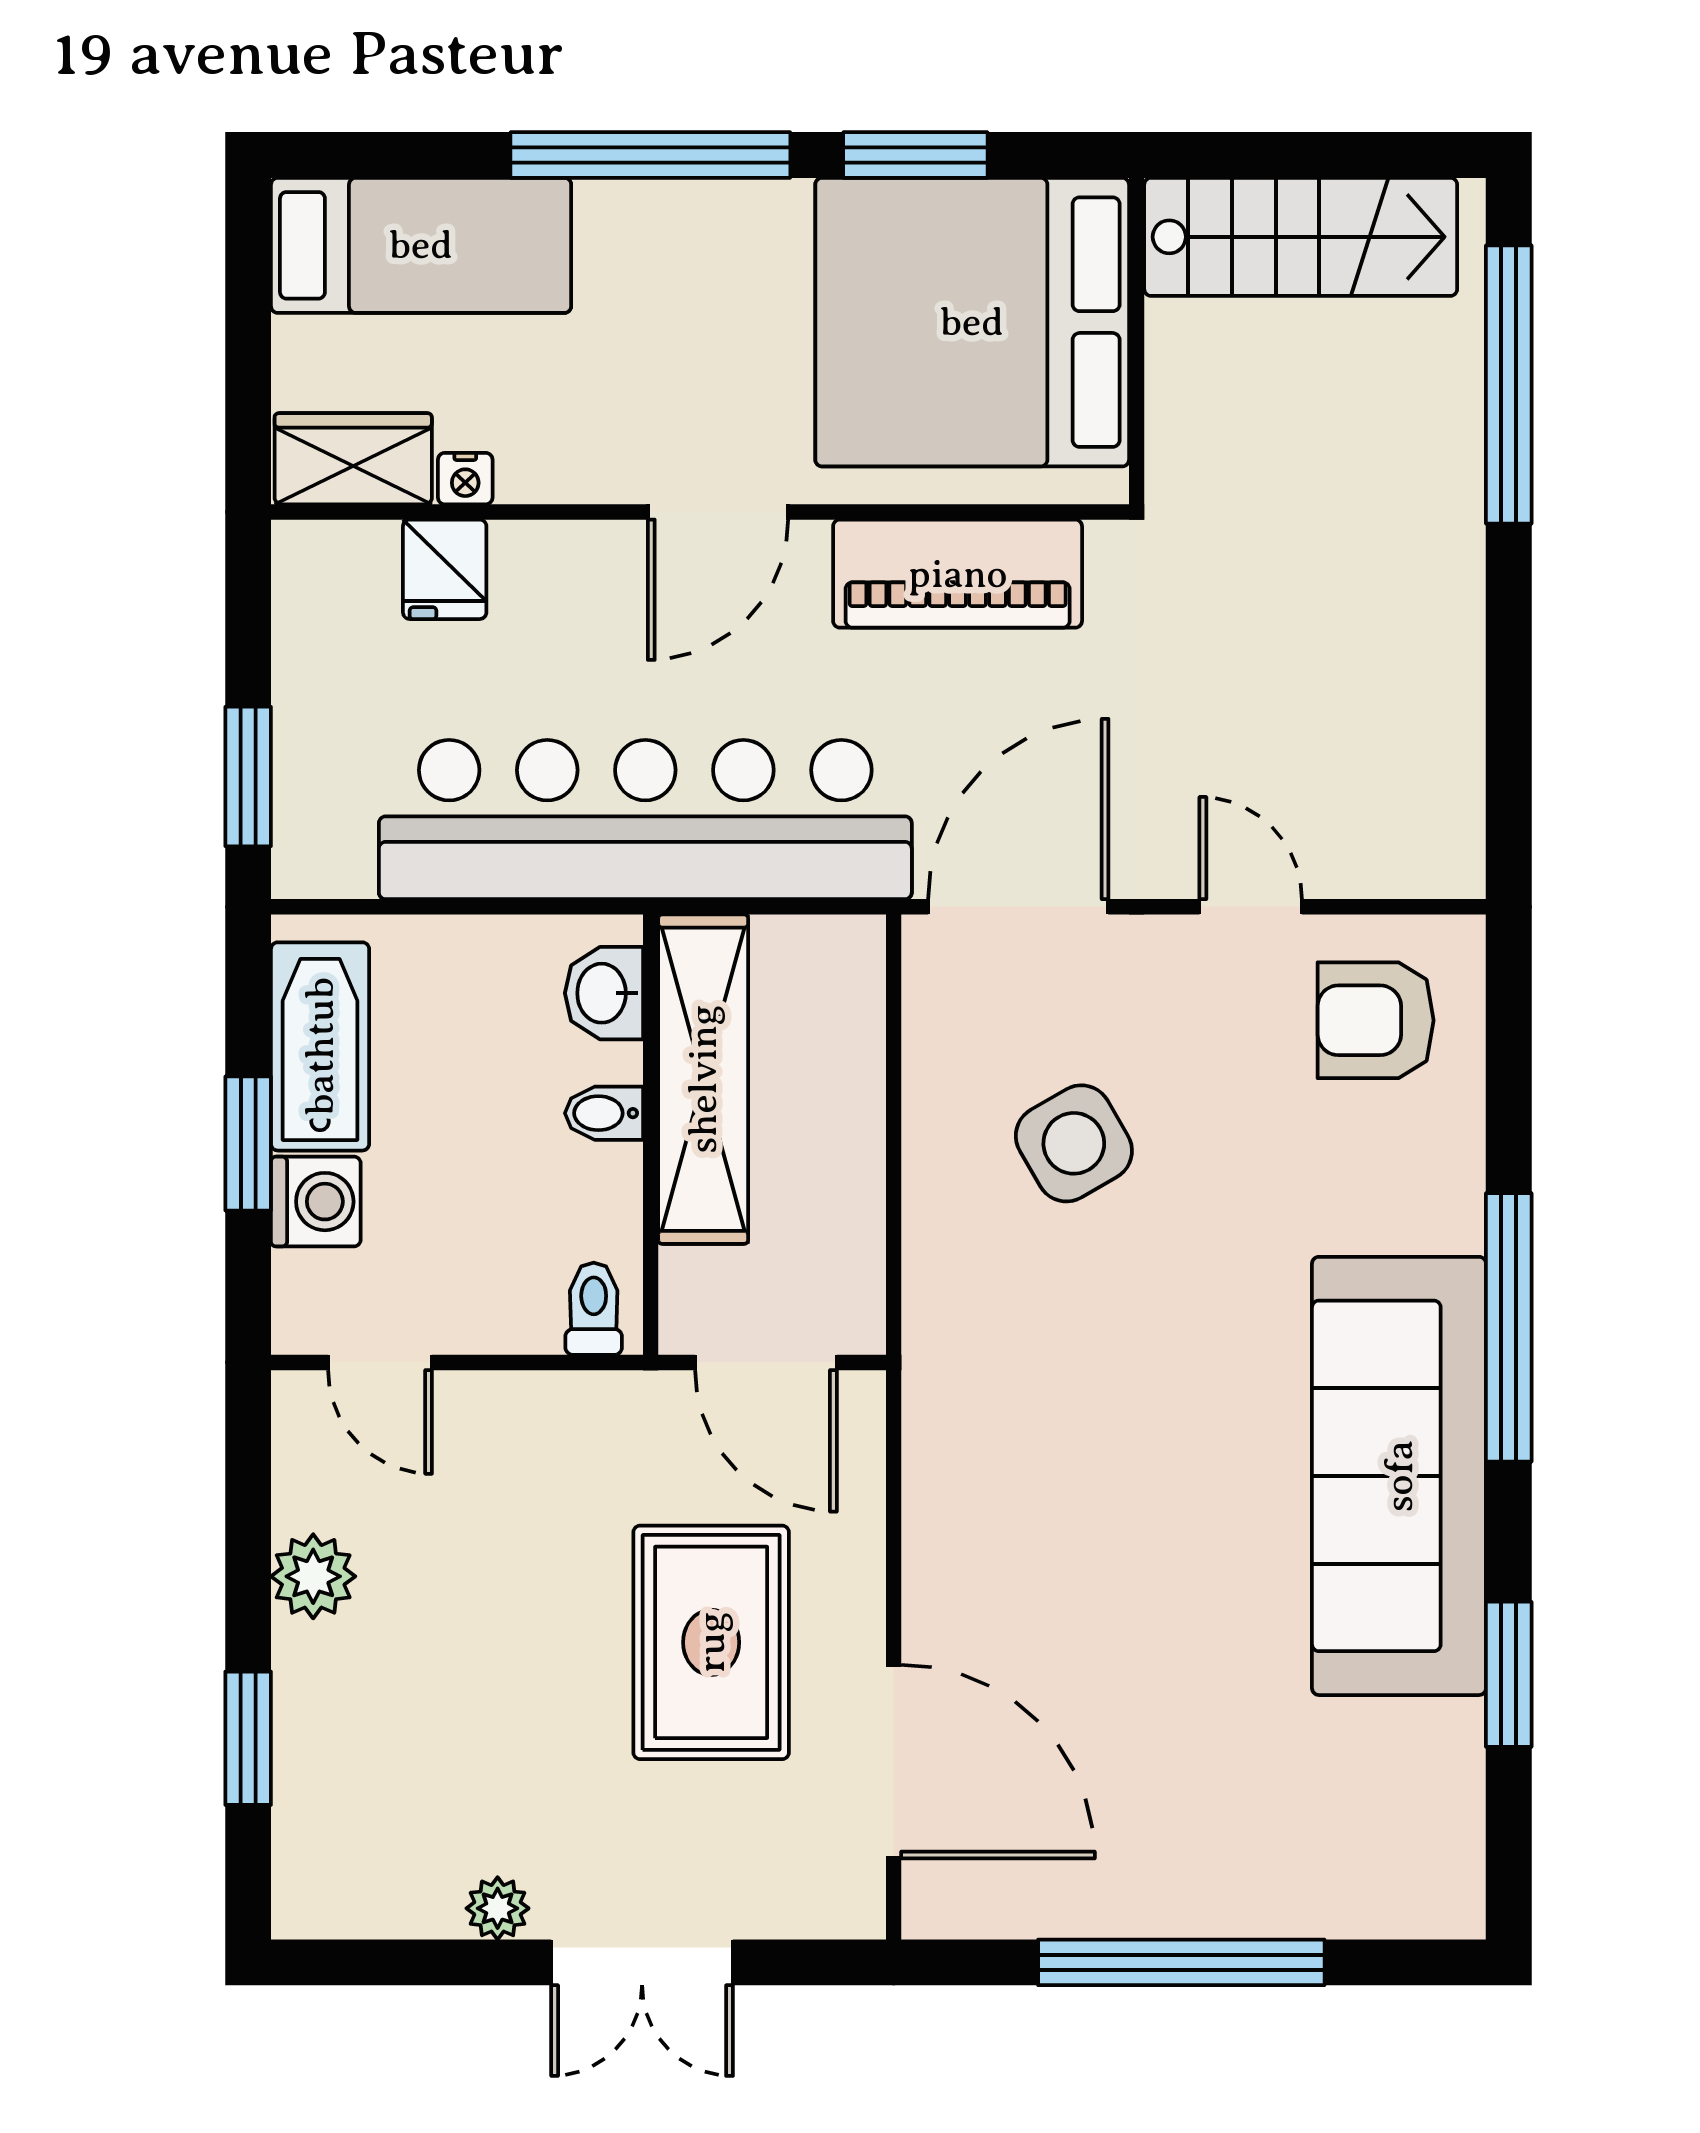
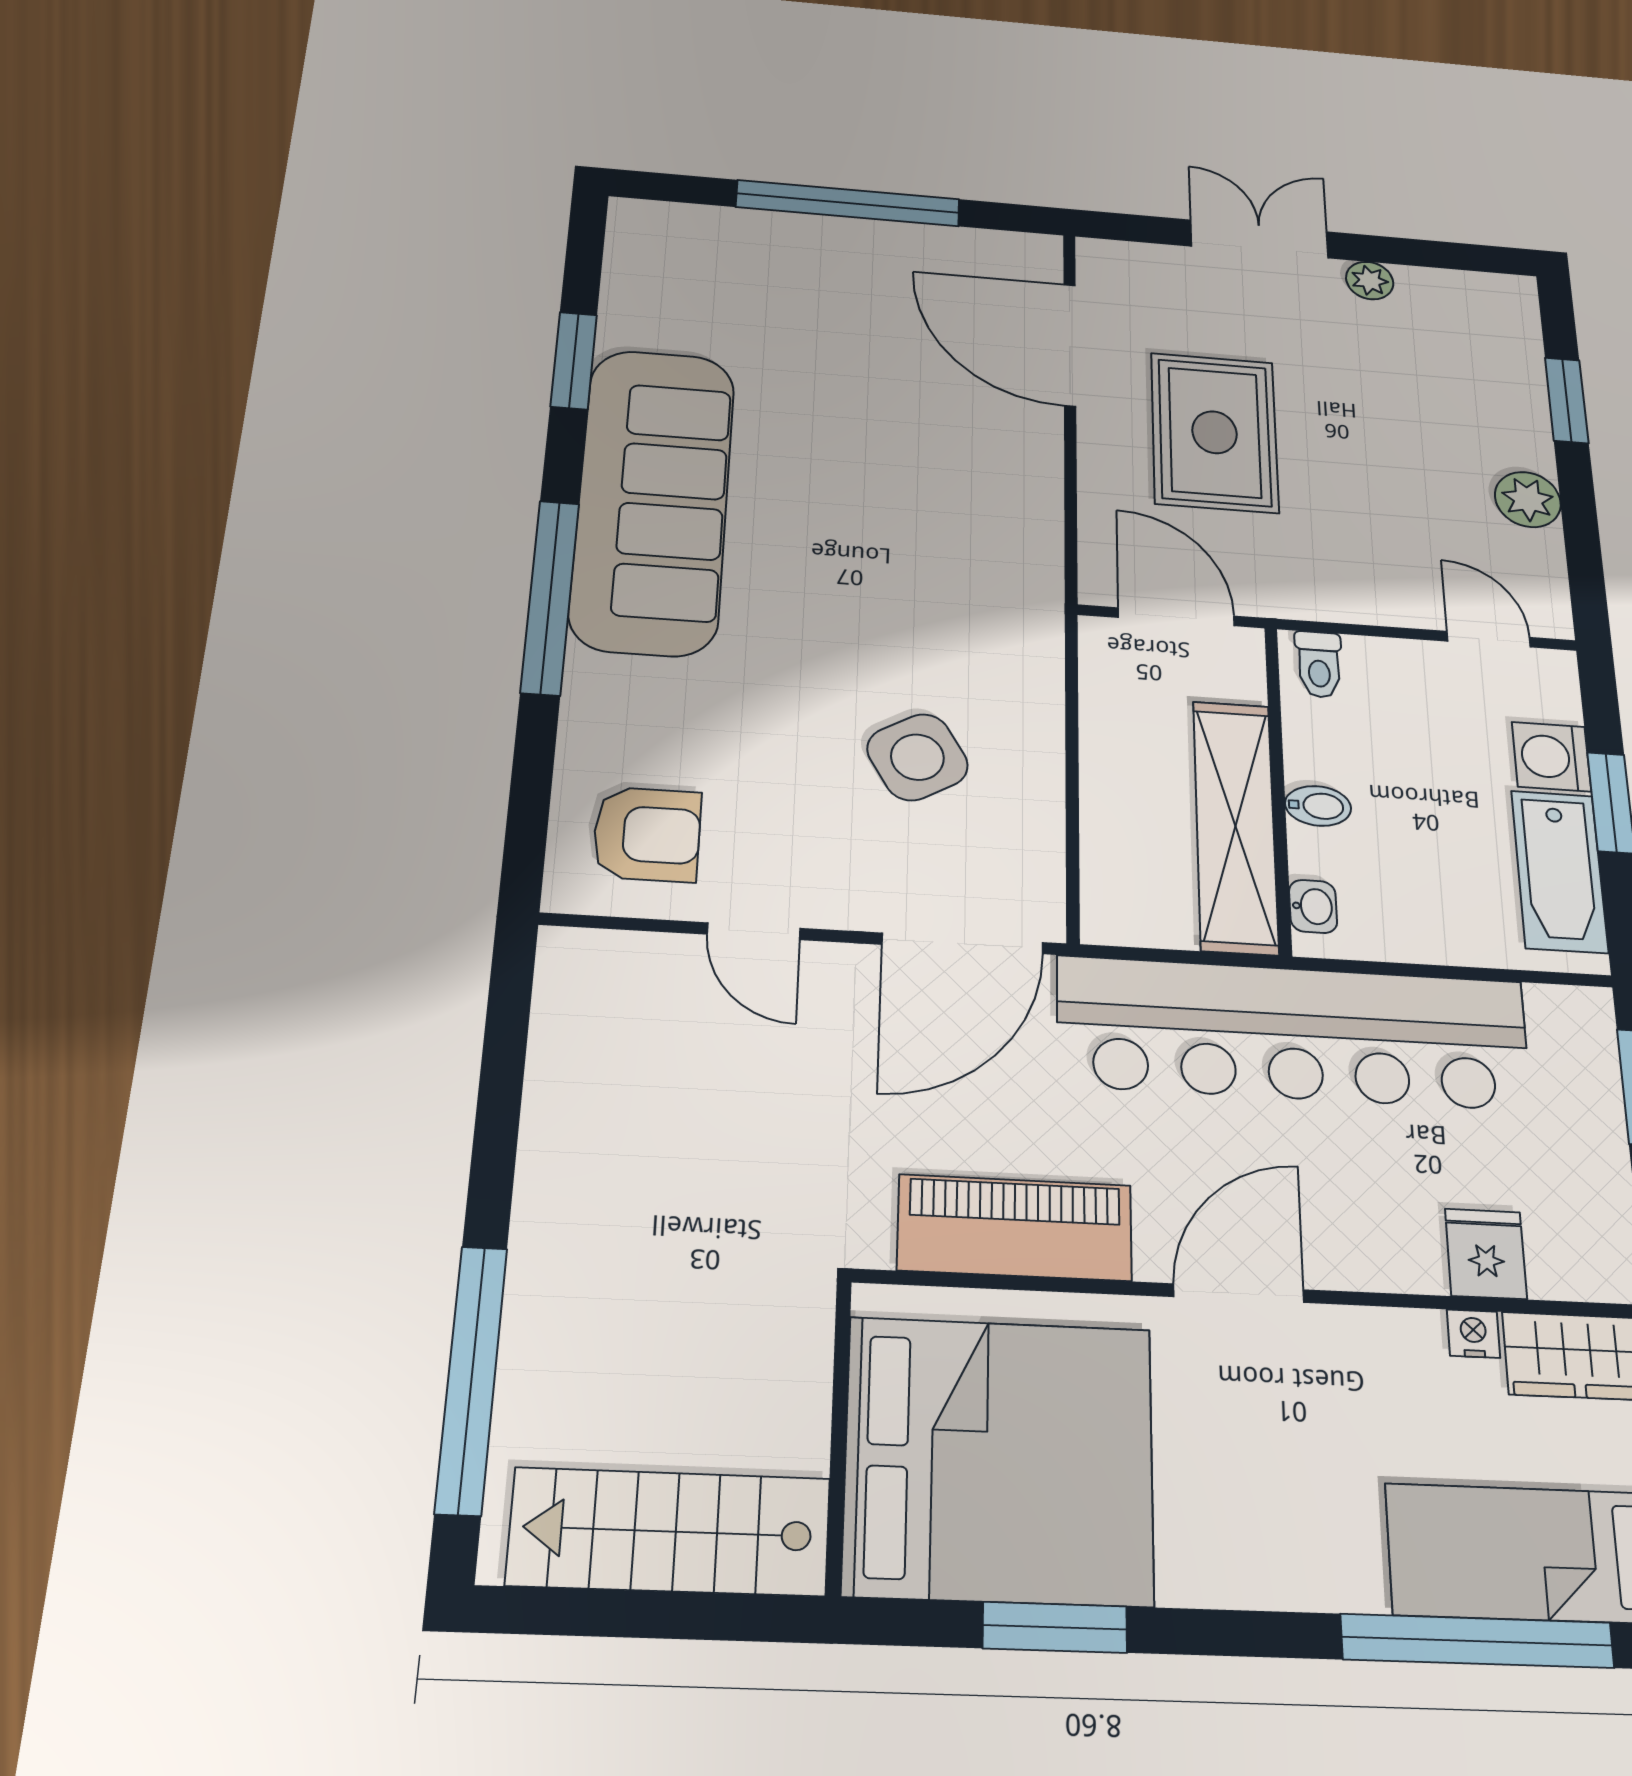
window: (650, 155) -> (1478, 1641), moved
washbasin: (604, 993) -> (1313, 906), width x0.72, depth x0.69

